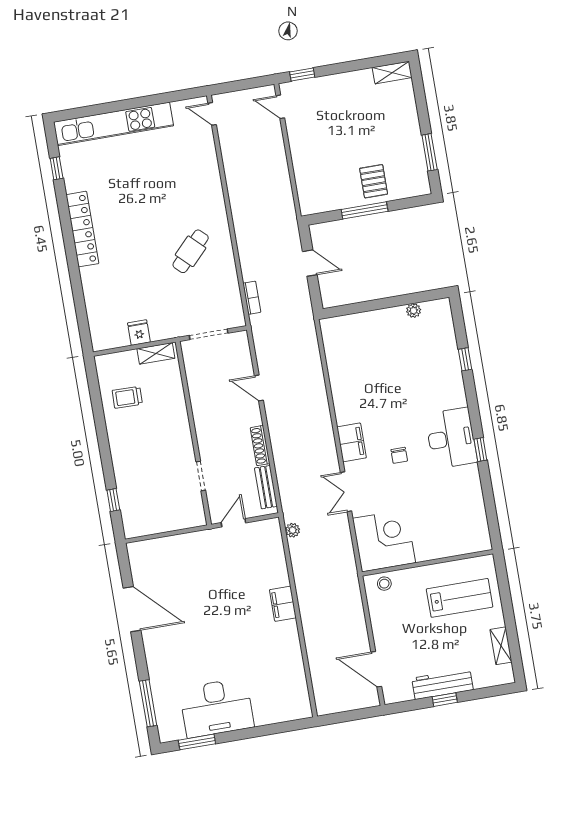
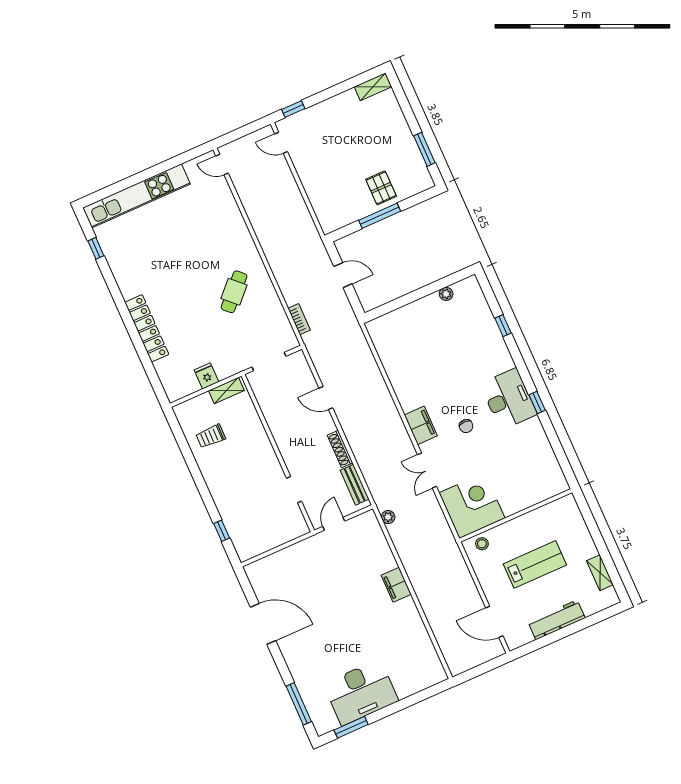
locker: (82, 229) -> (147, 328), moved
lab bench: (460, 598) -> (535, 564), moved
window: (445, 700) -> (562, 633), removed

